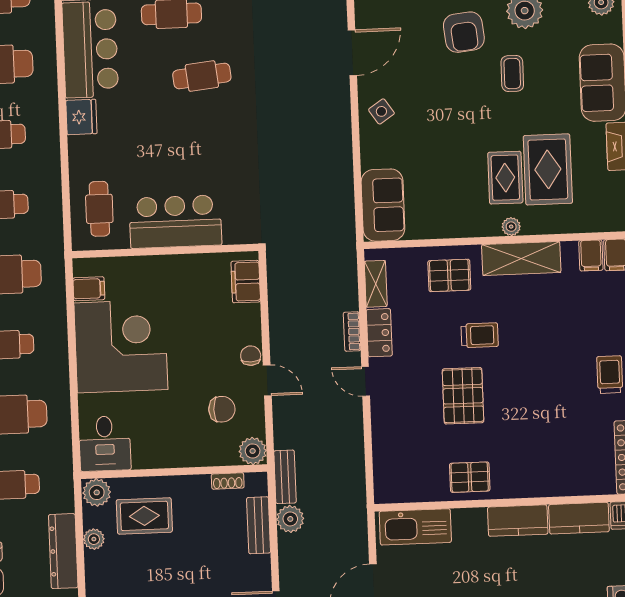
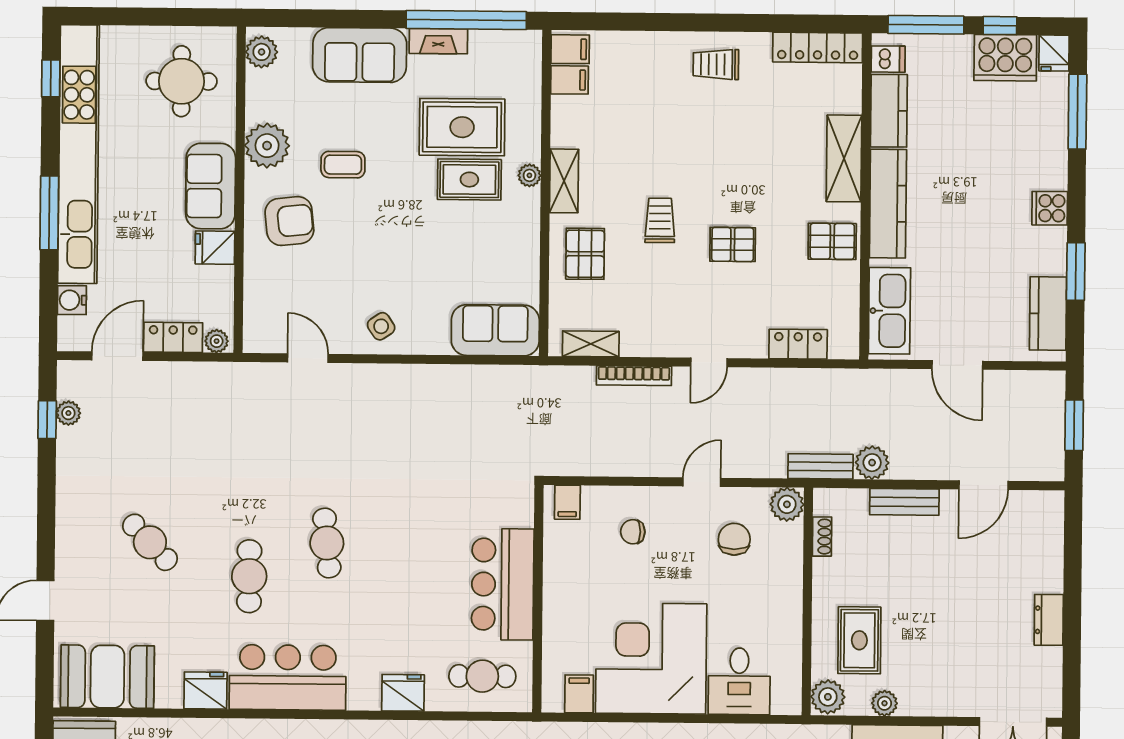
door: (352, 53) -> (308, 358), width x0.73
fridge: (81, 117) -> (403, 693), moved
shelving: (521, 258) -> (564, 181), width x0.67, depth x0.75
filing cabinet: (246, 282) -> (567, 502), width x0.50
bookcase: (352, 331) -> (634, 376), width x1.56
locker: (379, 333) -> (798, 344), moved
chair: (251, 356) -> (633, 532), moved
pallet: (463, 396) -> (733, 244), width x0.67, depth x0.71
desk: (105, 444) -> (739, 681), moved, turned 90
pallet: (470, 477) -> (832, 241), turned 90
shelving: (538, 483) -> (844, 158), added
kitchen counter: (518, 521) -> (888, 204), width x1.50
bench: (259, 525) -> (904, 502), moved

